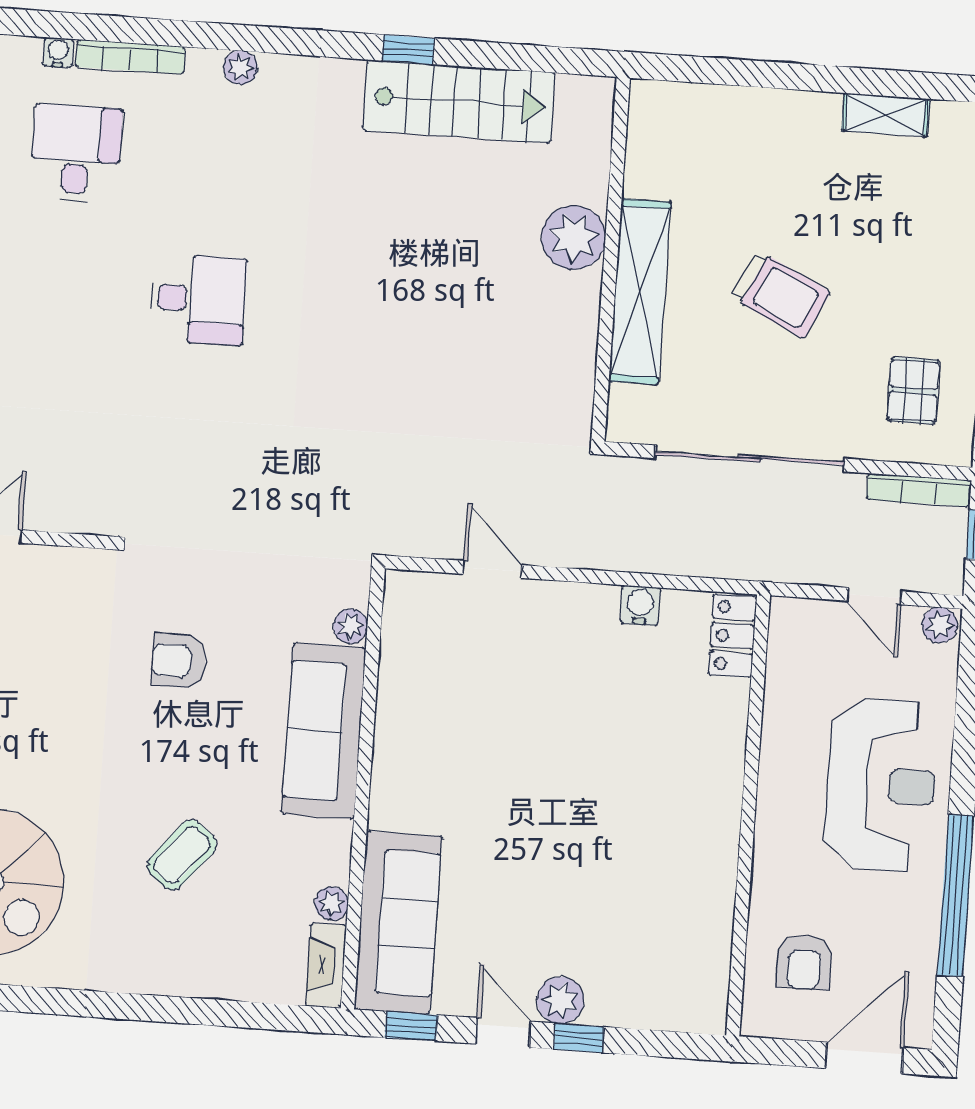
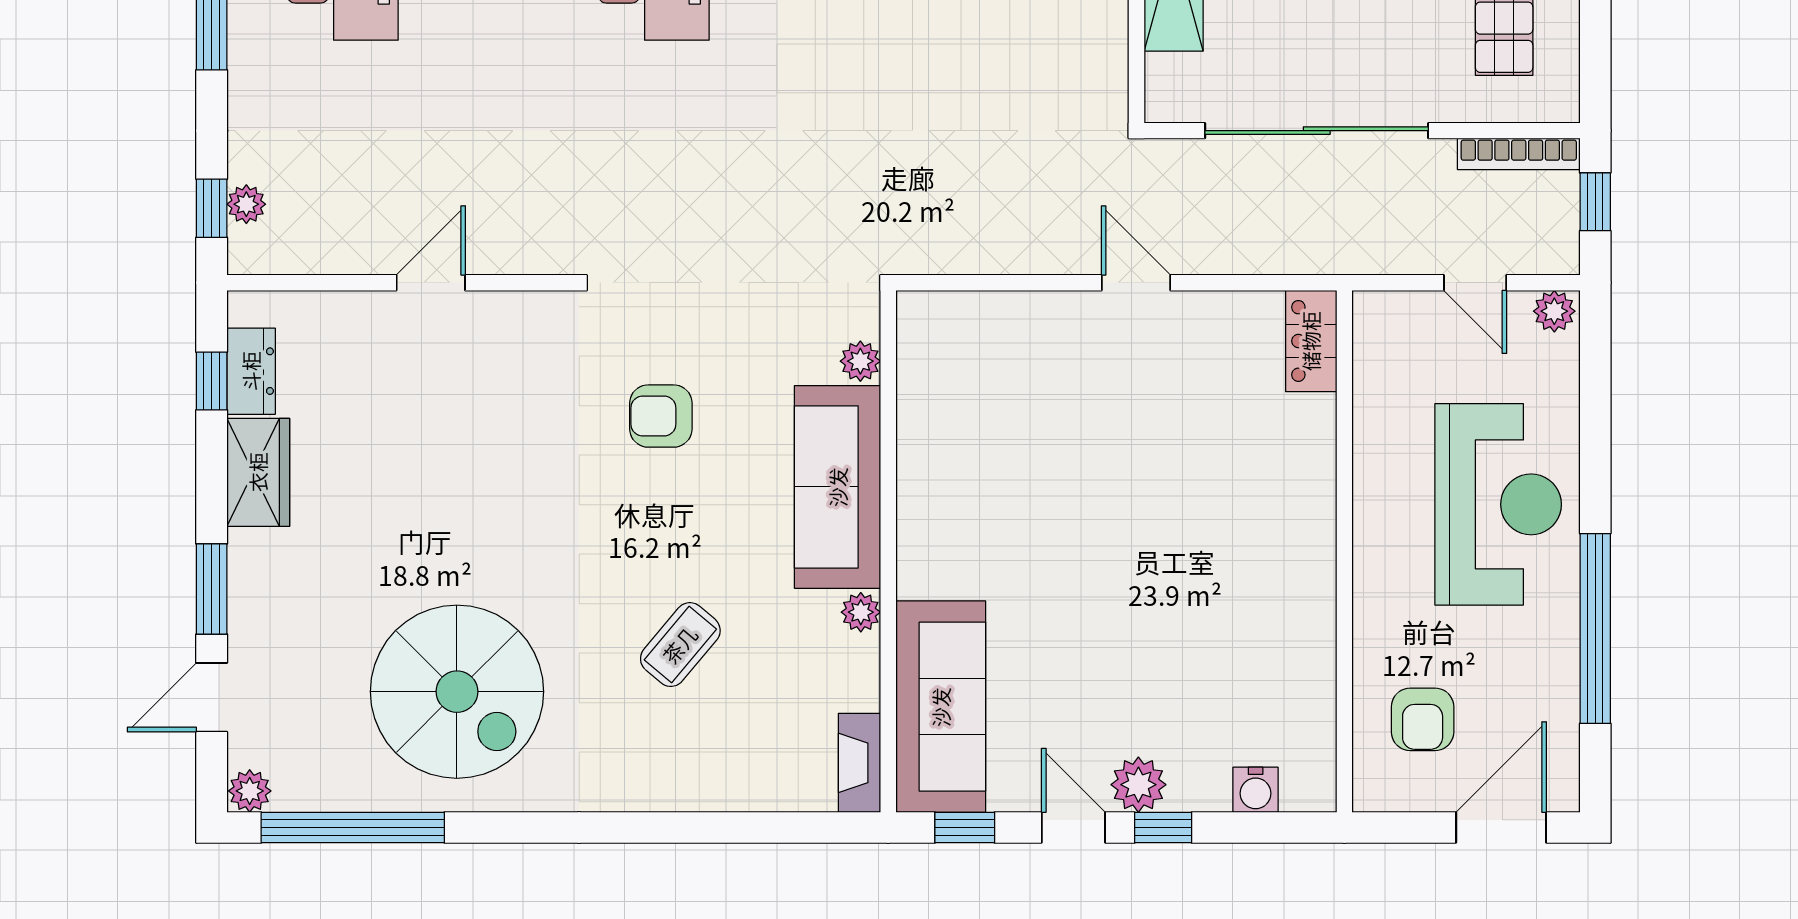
door: (492, 569) -> (1136, 283), moved
water cooler: (640, 605) -> (1256, 790), moved, turned 180
plant: (332, 904) -> (861, 612), moved

